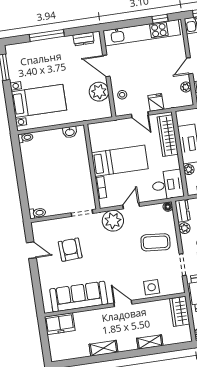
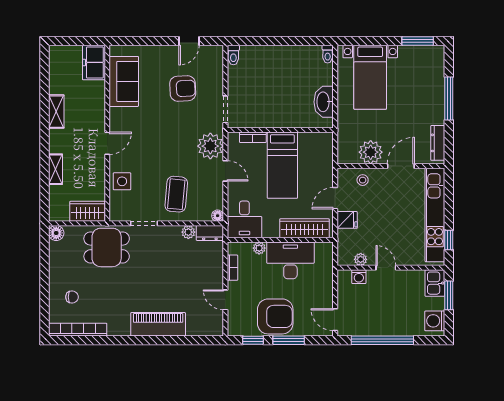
dresser: (84, 39) -> (438, 143), width x1.44
washbasin: (70, 132) -> (324, 102), width x1.91, depth x1.45
sofa: (79, 297) -> (124, 81), width x0.73

